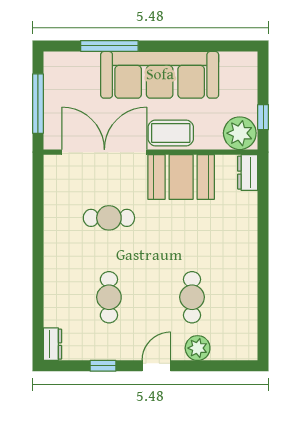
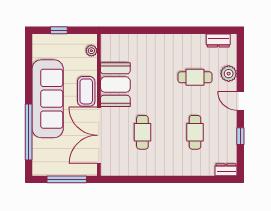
window: (109, 46) -> (29, 132), width x1.46
window: (263, 117) -> (59, 30), moved
plant: (240, 133) -> (91, 51), width x0.53, depth x0.53
dresser: (248, 173) -> (218, 40), moved
cafe table: (109, 297) -> (195, 132), turned 90

